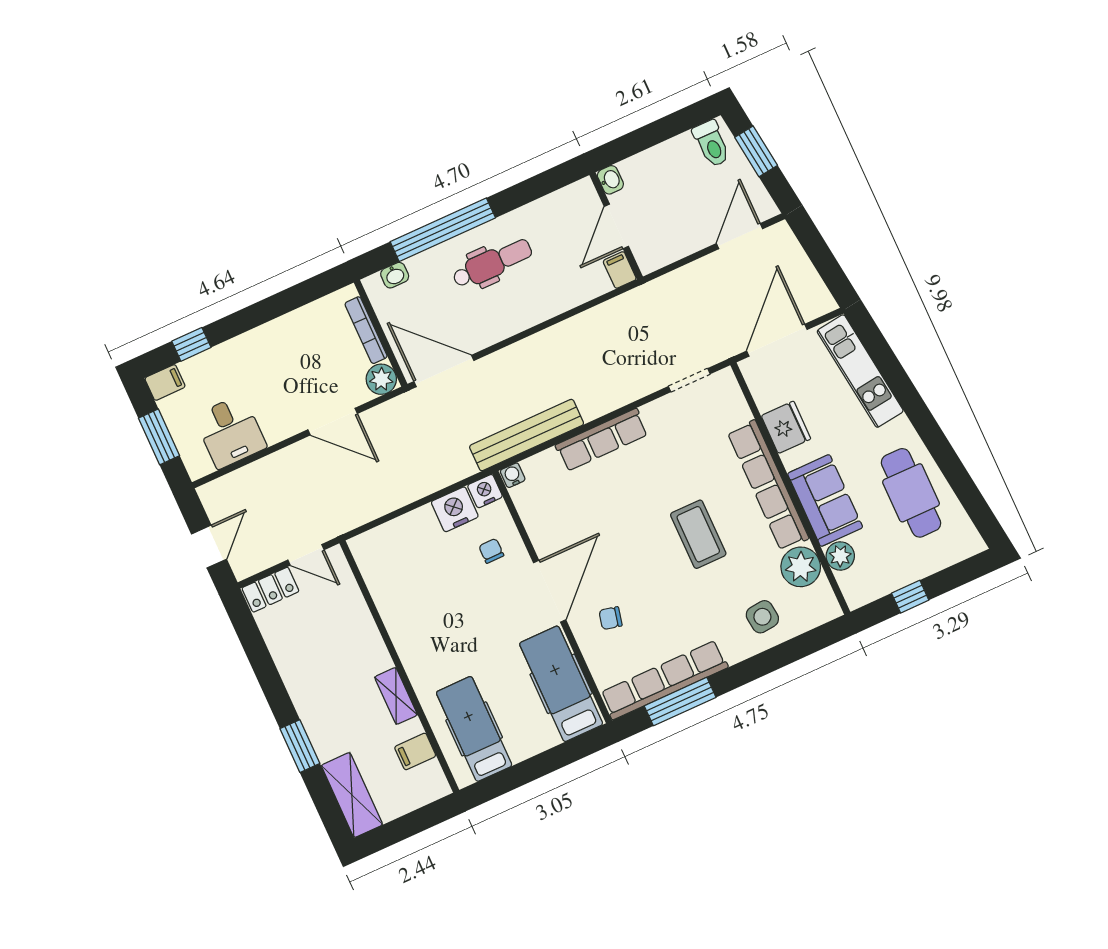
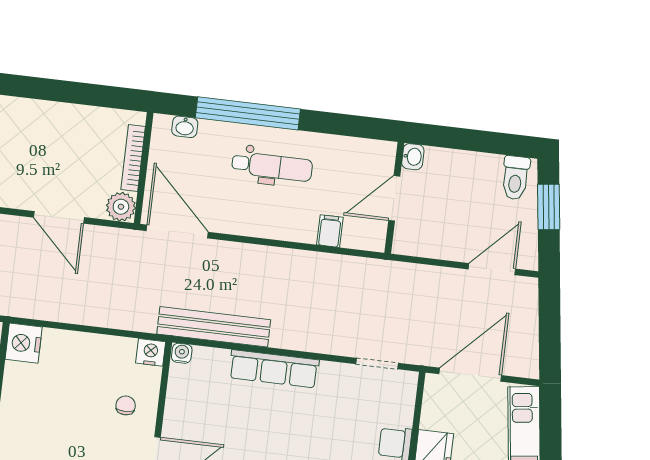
filing cabinet: (620, 270) -> (330, 231), moved
nightstand: (455, 509) -> (24, 343), moved, turned -90

